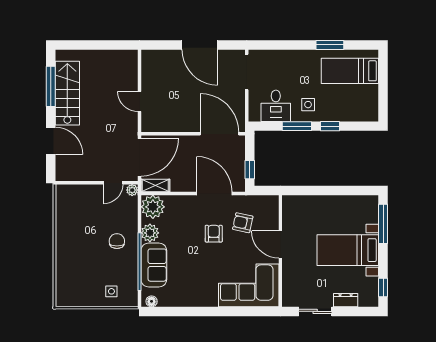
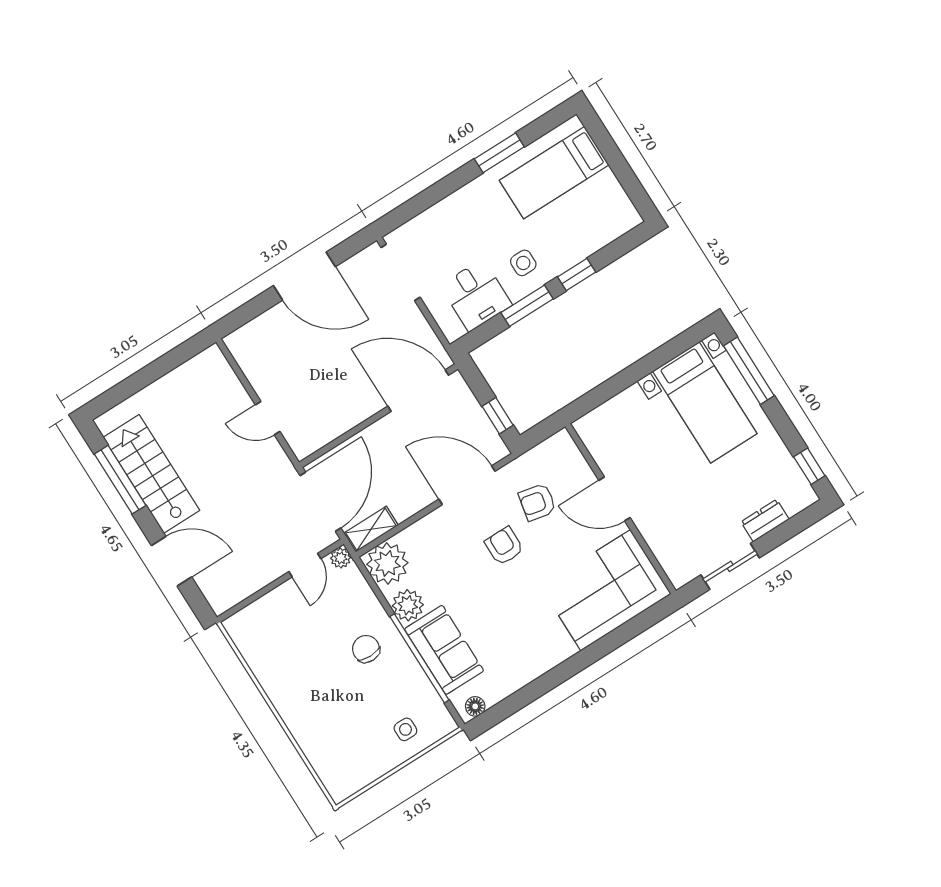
bed with nightstands: (348, 250) -> (705, 402), moved, turned -90

